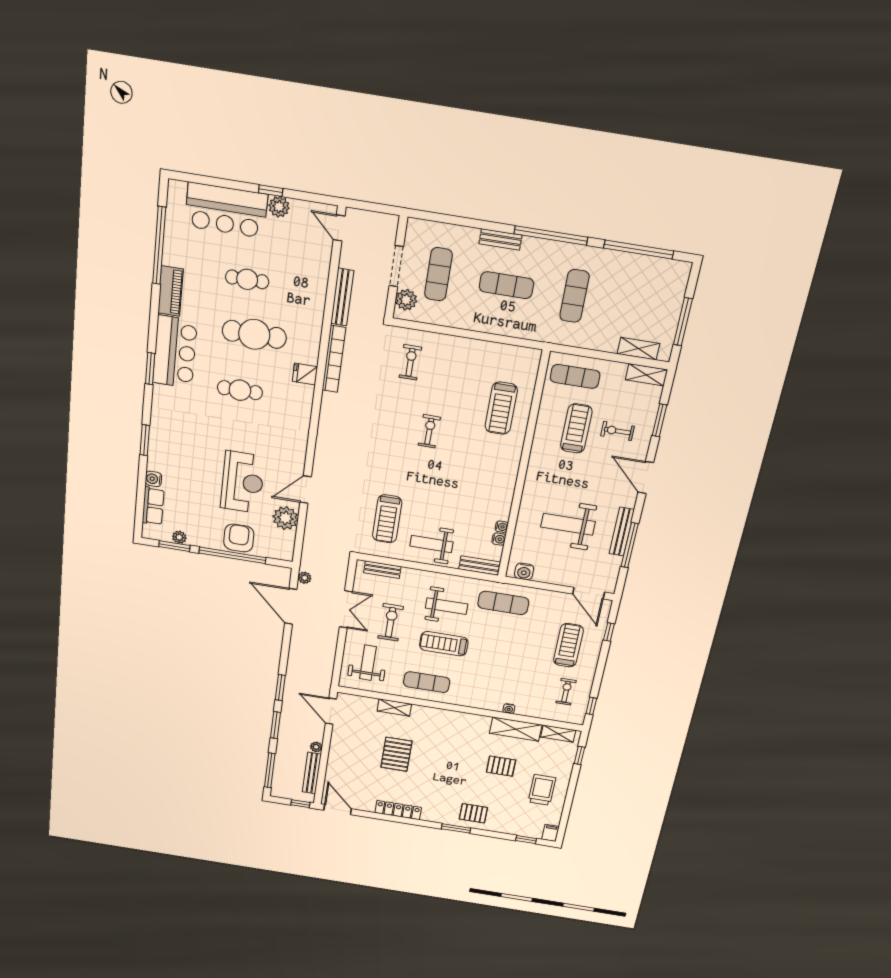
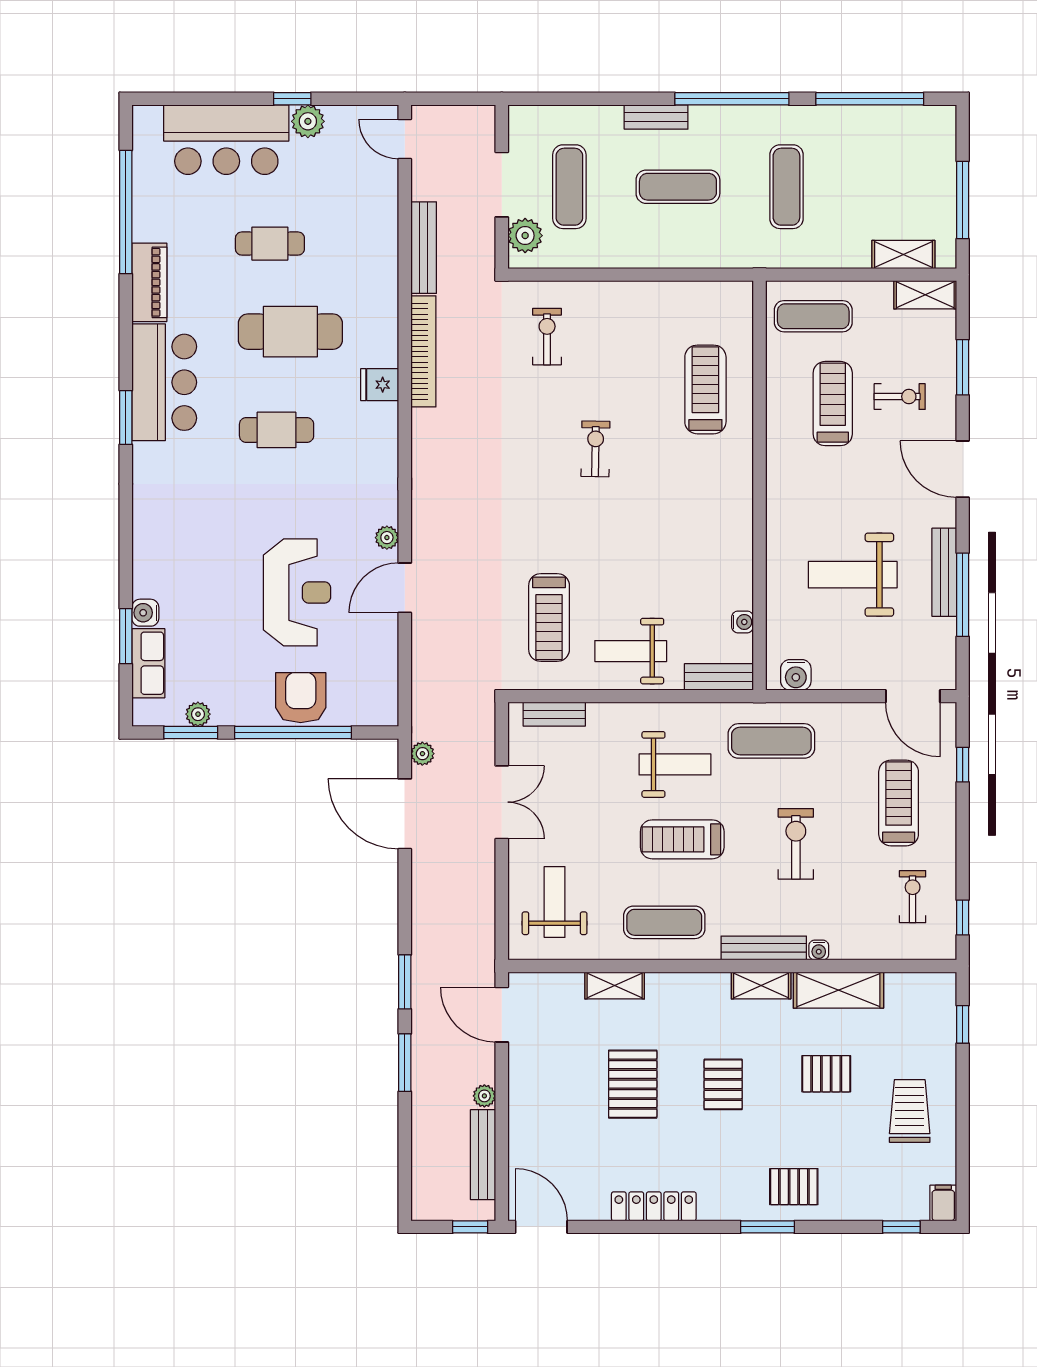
treadmill: (501, 408) -> (705, 389), turned 180
exercise bike: (617, 431) -> (900, 397), turned 180
window: (145, 440) -> (126, 636), moved
plant: (285, 518) -> (387, 538), moved, width x0.53, depth x0.53
water cooler: (502, 527) -> (743, 598), removed
exercise bike: (391, 622) -> (796, 844), moved
bench: (479, 703) -> (764, 948), added
shelving: (558, 734) -> (761, 986), moved
pallet: (445, 762) -> (723, 1084), added
window: (270, 770) -> (405, 1163), removed

